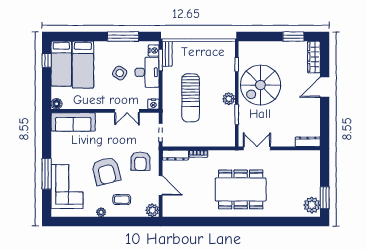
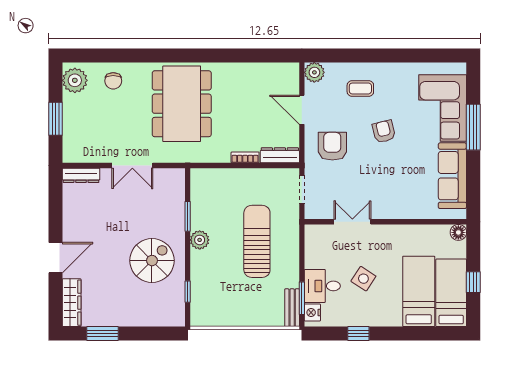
window: (123, 37) -> (358, 333), width x0.46
window: (47, 60) -> (473, 282), moved
desk: (147, 72) -> (322, 286), width x0.73
spiral stairs: (260, 85) -> (152, 261), width x0.73, depth x0.73
nightstand: (153, 104) -> (313, 232), removed
sofa: (73, 122) -> (452, 176), moved, turned -90
double door: (257, 148) -> (132, 166), moved
armchair: (106, 171) -> (384, 131), width x0.53, depth x0.53
dining table: (241, 189) -> (182, 104), turned 90
window: (325, 198) -> (55, 119), moved
chair: (286, 205) -> (113, 81), added
plant: (101, 212) -> (391, 69), removed

